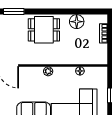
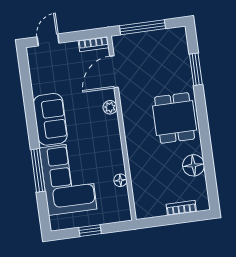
plant: (48, 71) -> (110, 107), moved

